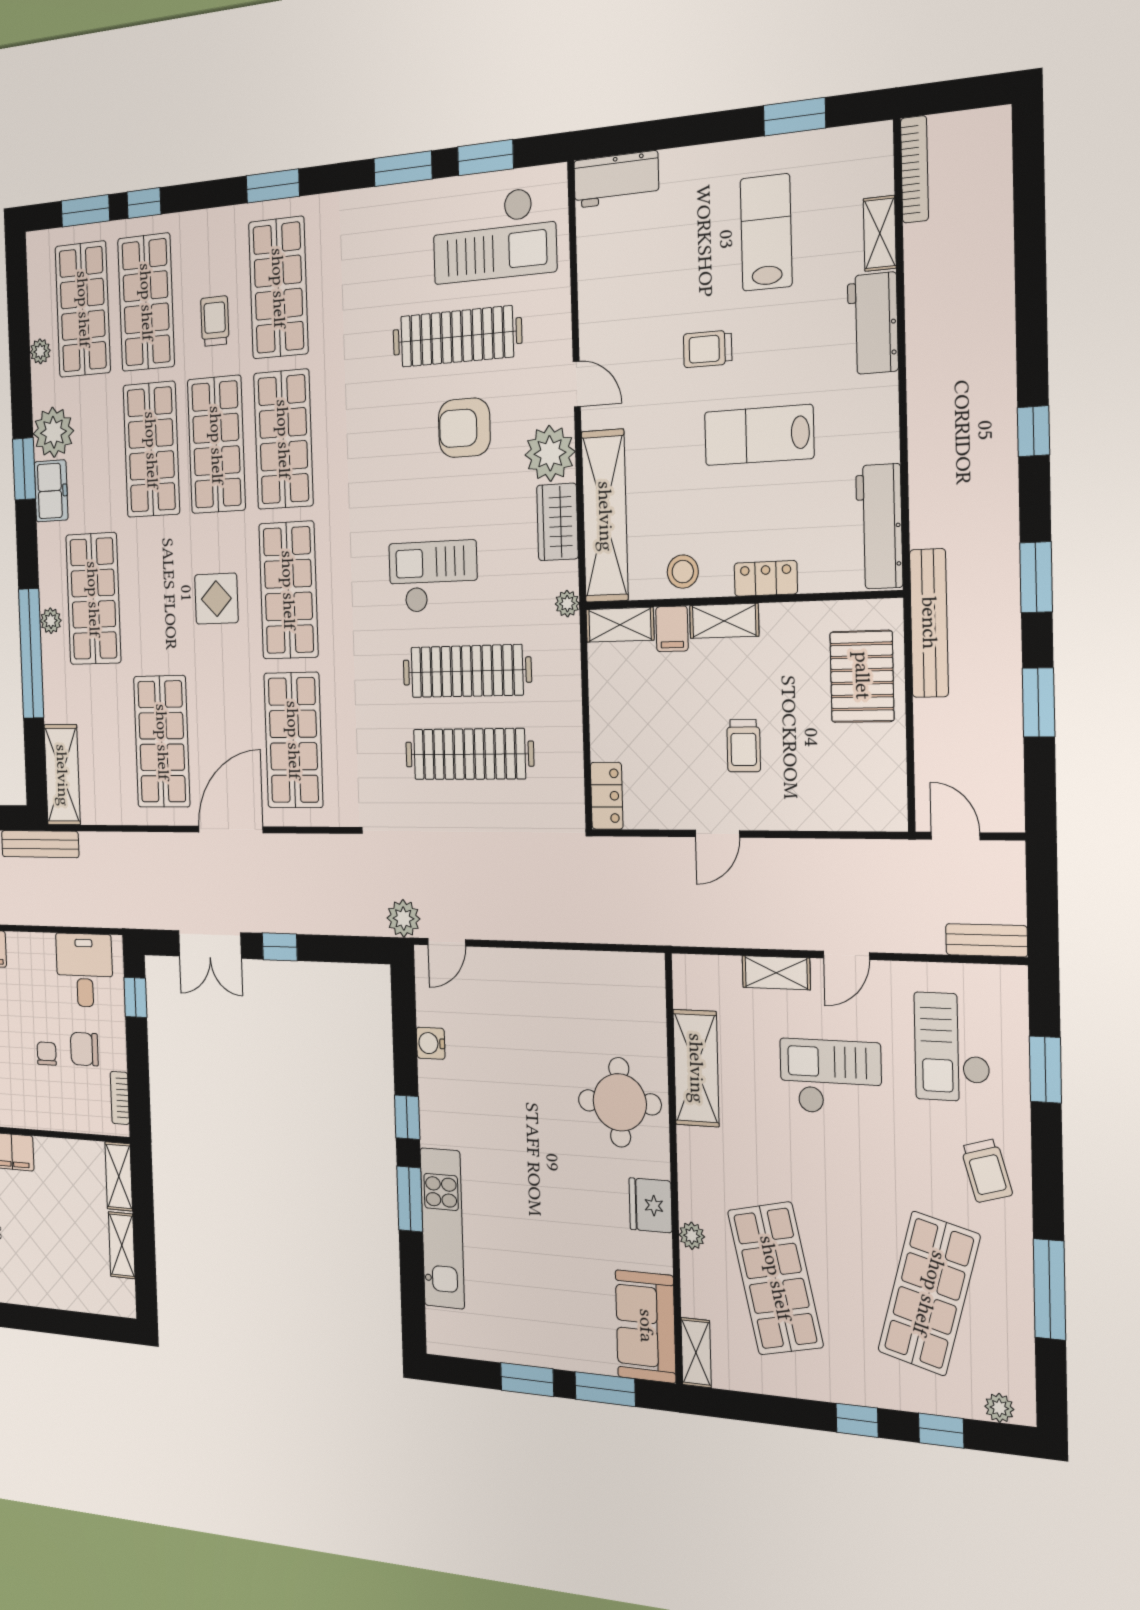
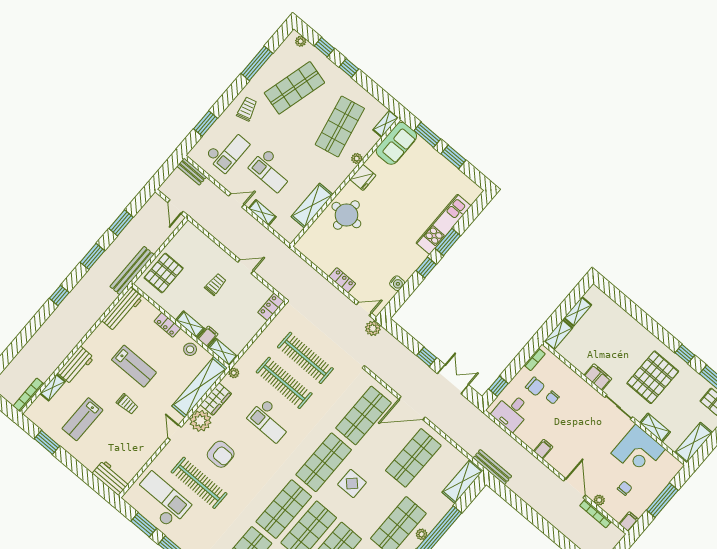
locker: (526, 964) -> (342, 280), added

